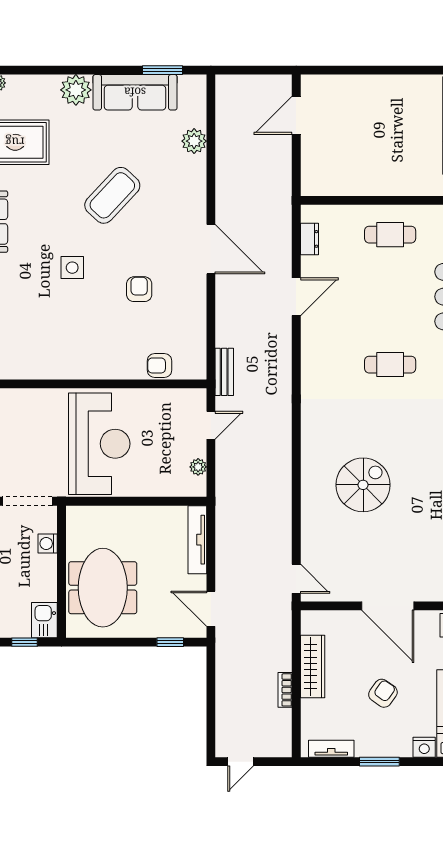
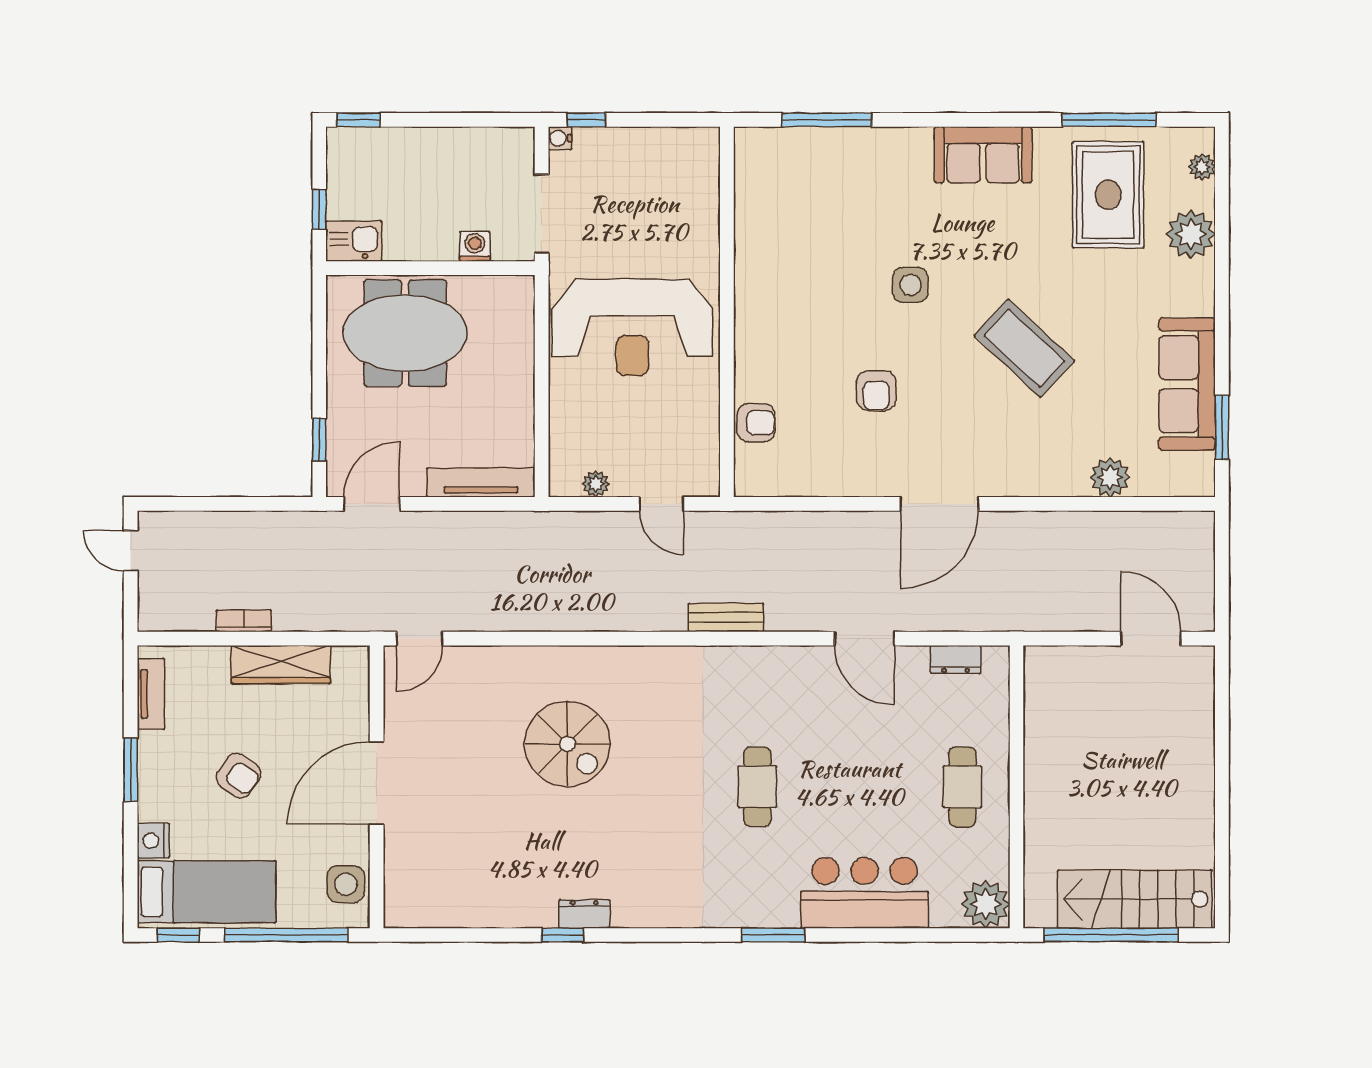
plant: (76, 90) -> (1191, 234), moved
armchair: (139, 289) -> (876, 391), turned 90
armchair: (160, 365) -> (756, 423), turned 90
bench: (224, 372) -> (726, 617), moved

